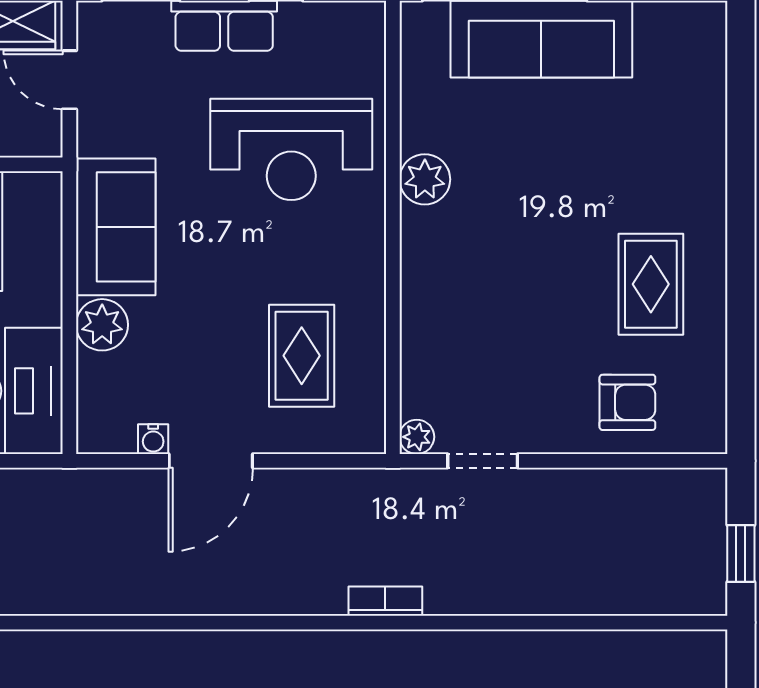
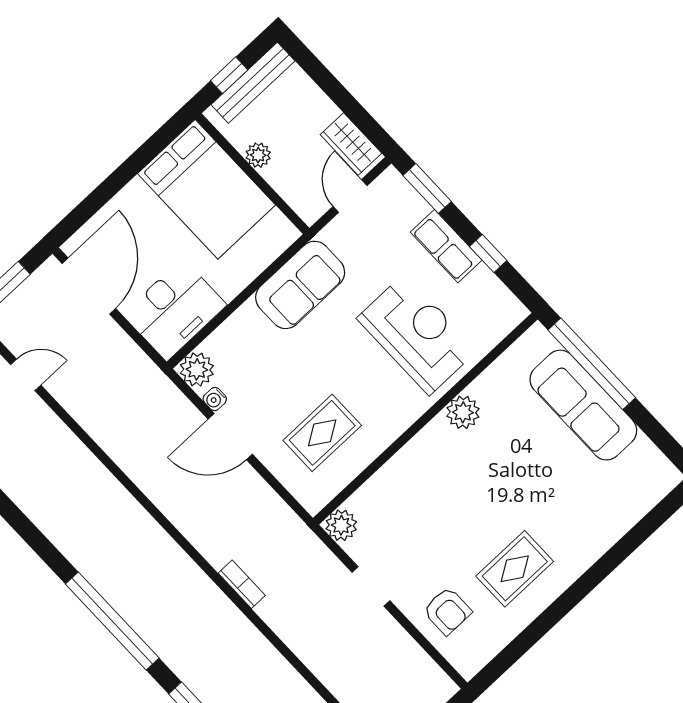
reception desk: (291, 149) -> (417, 334), turned 180
plant: (102, 325) -> (197, 369), moved
plant: (417, 437) -> (341, 525), width x1.38, depth x1.38
doorway: (483, 461) -> (371, 586), moved

